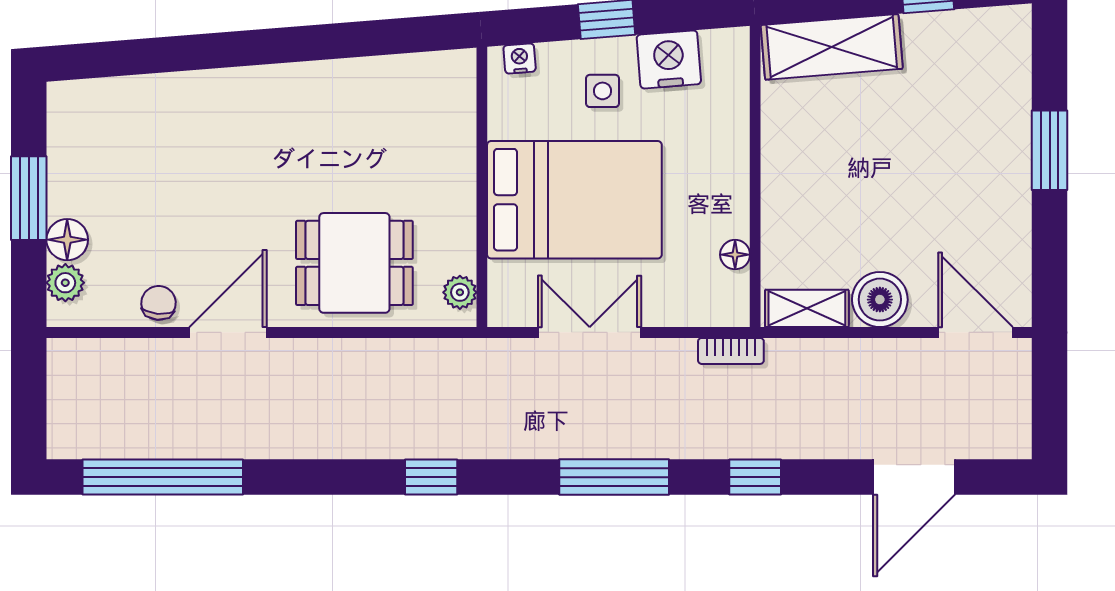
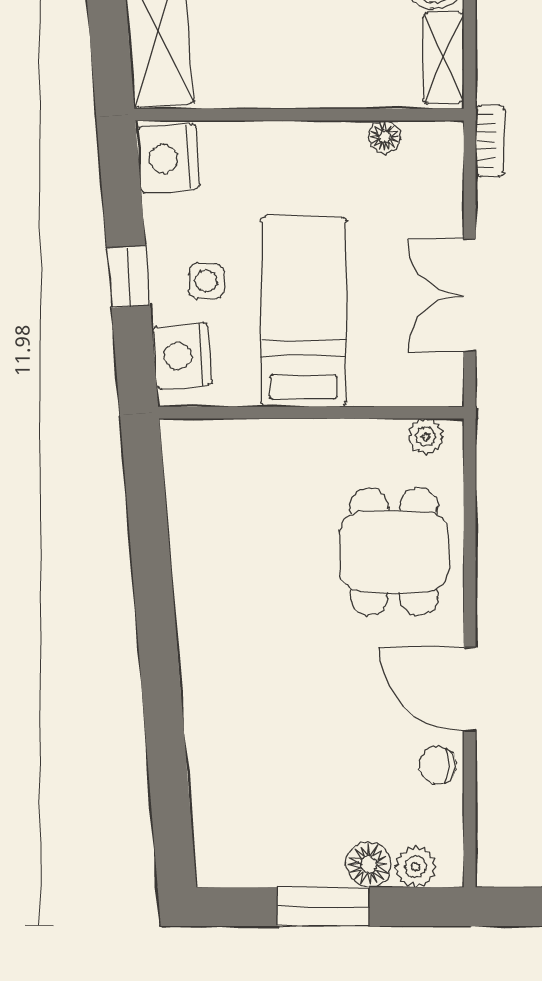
nightstand: (520, 58) -> (182, 356), width x1.89, depth x1.79
nightstand: (669, 59) -> (168, 158), moved
bed: (574, 200) -> (304, 312), width x0.67

